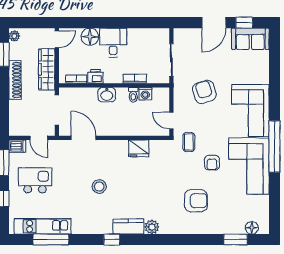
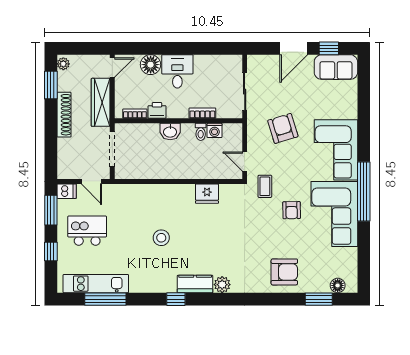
door: (83, 138) -> (143, 181), removed
armchair: (196, 201) -> (284, 272), moved

